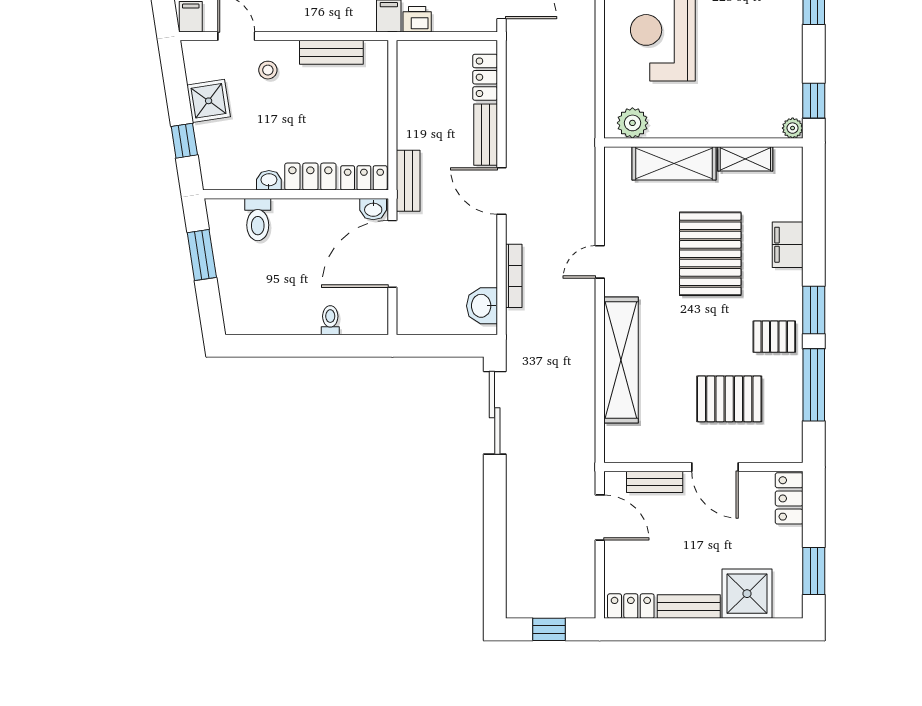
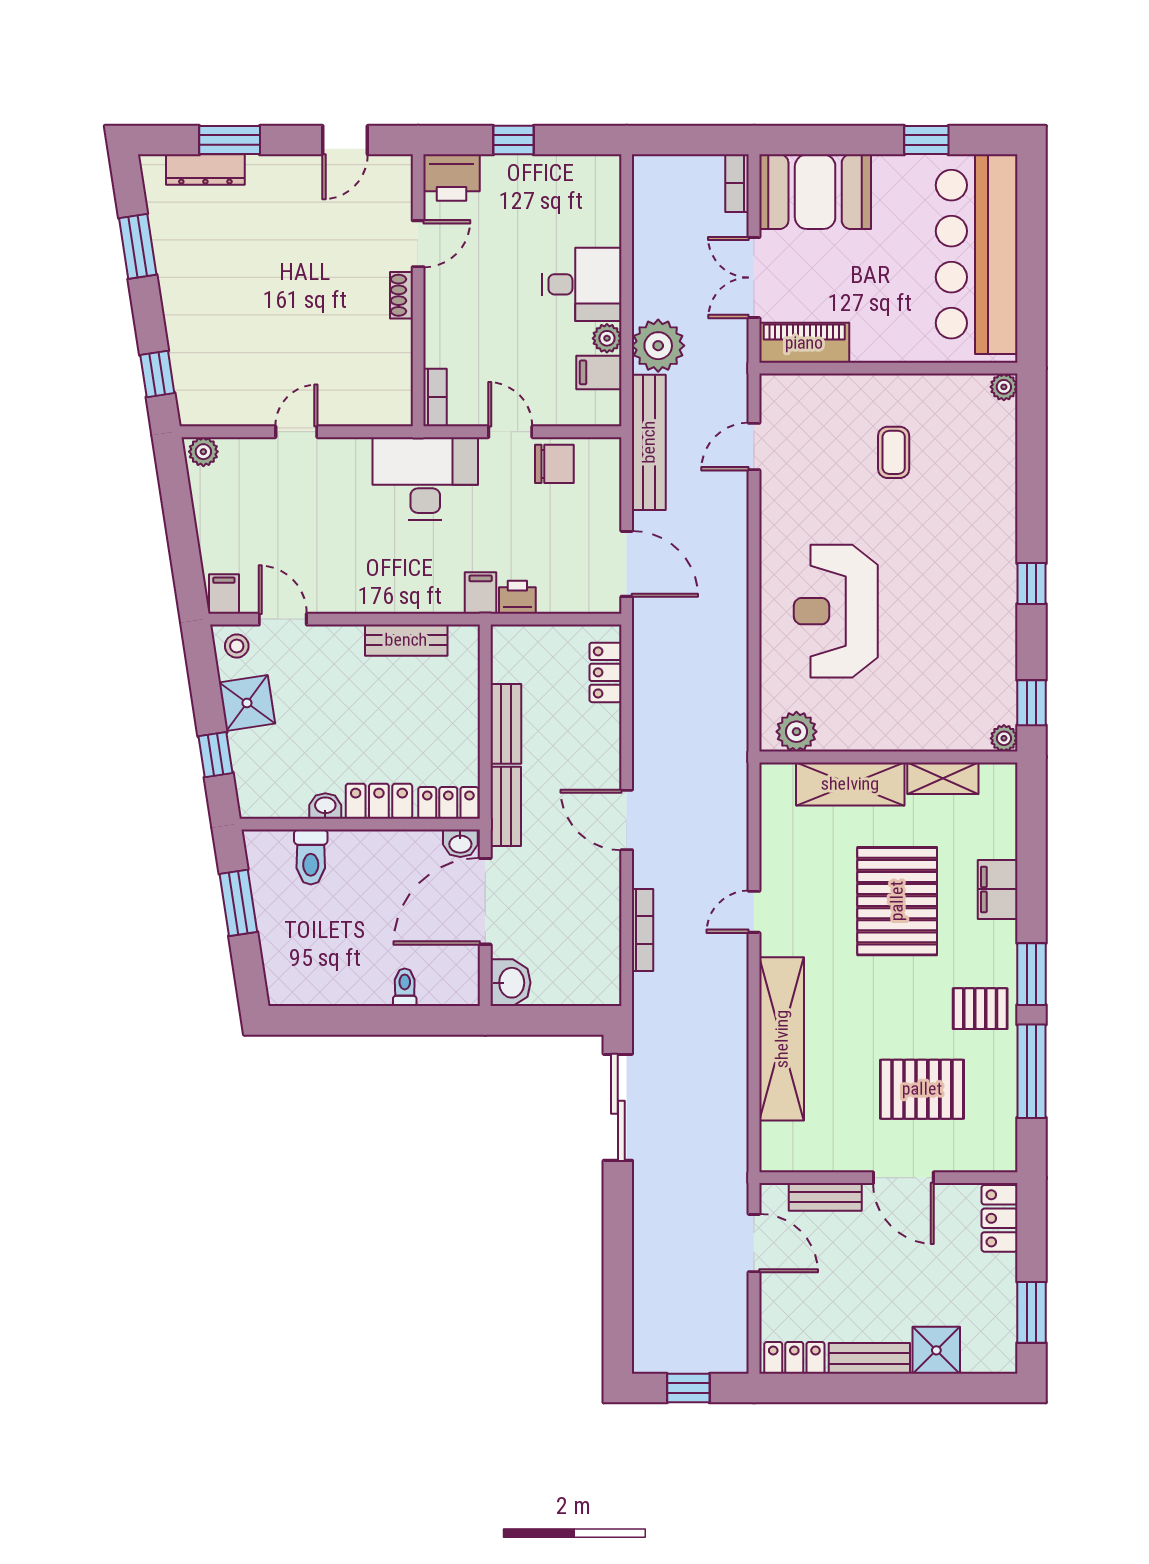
stool: (268, 70) -> (237, 646), moved
bench: (486, 135) -> (506, 724), moved
washbasin: (482, 306) -> (511, 983), moved, turned 180
shower: (747, 594) -> (936, 1350), width x0.73, depth x0.73

